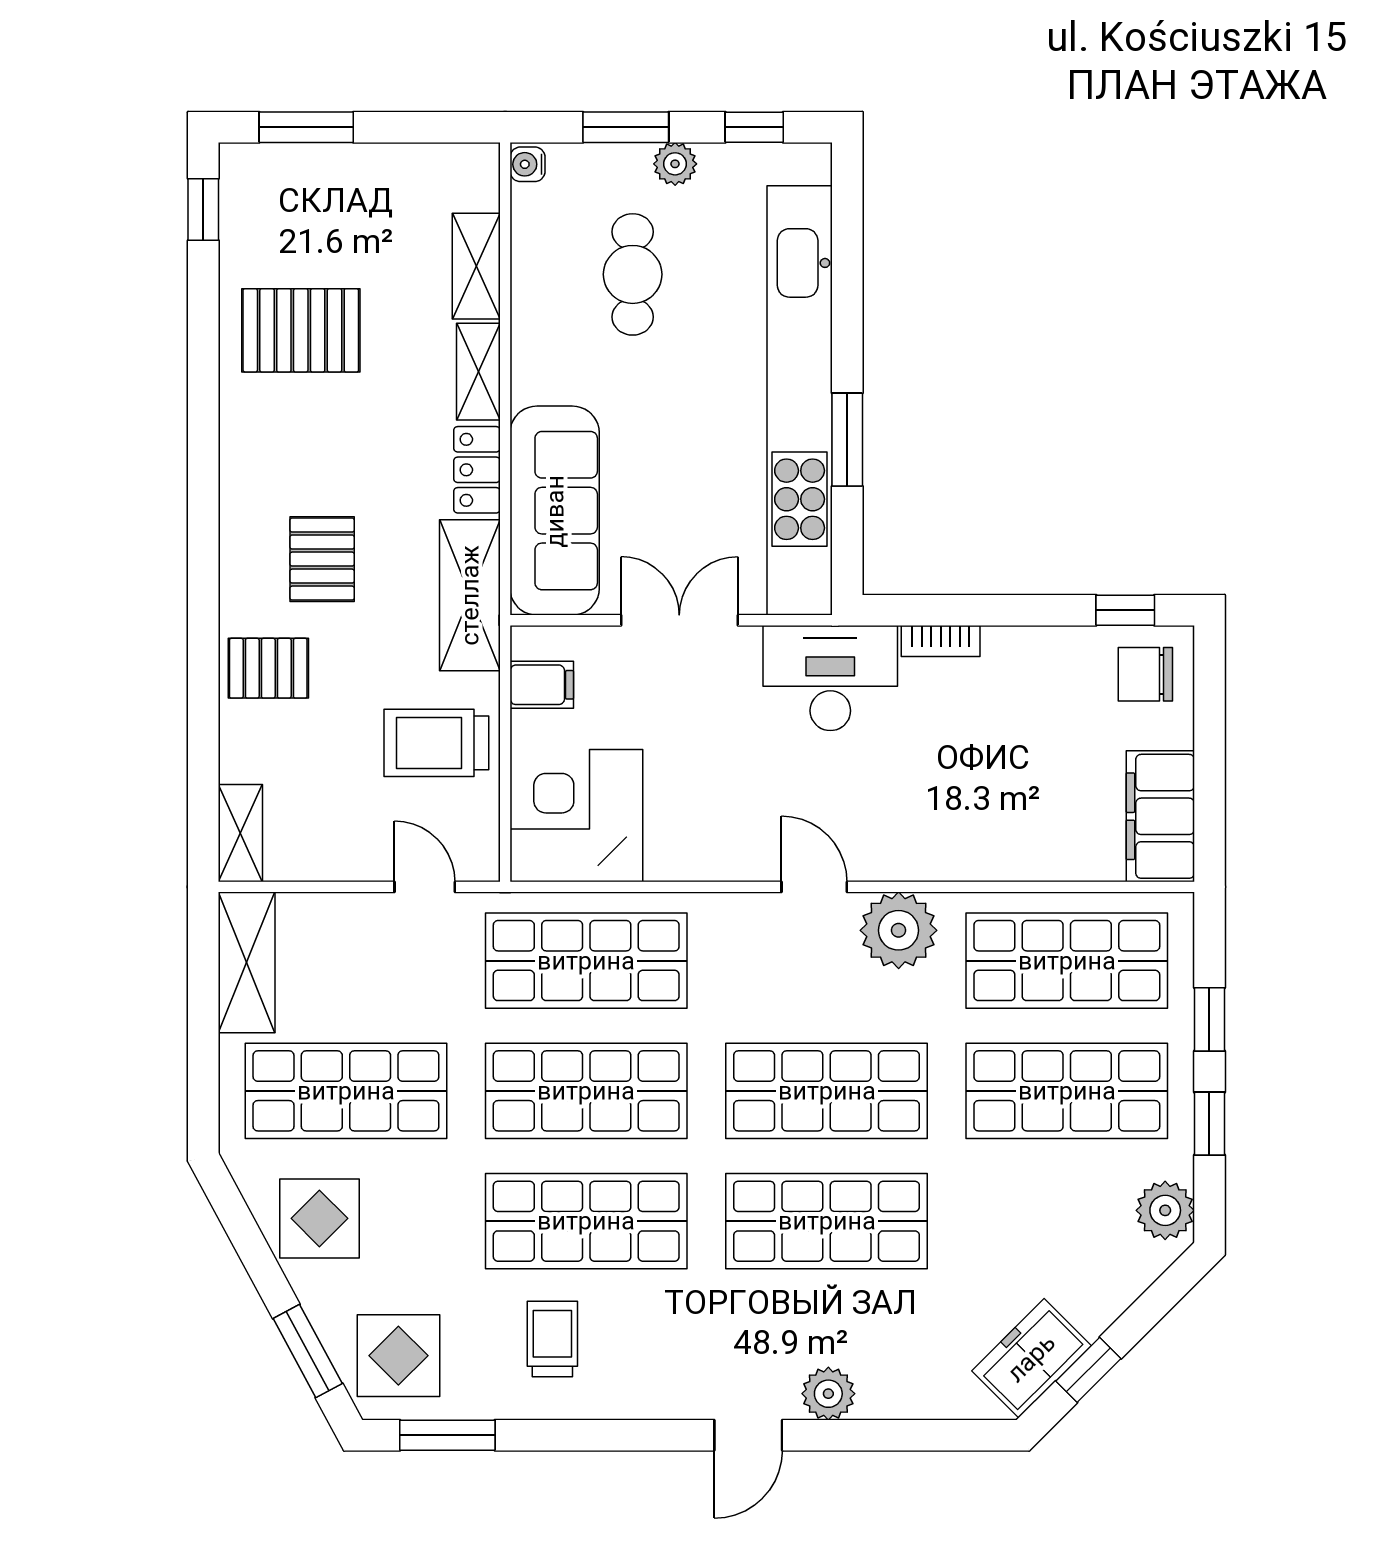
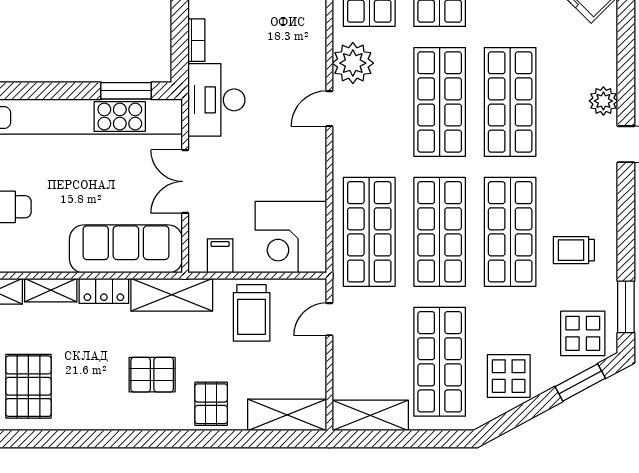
window: (847, 440) -> (126, 91), moved
shelving: (240, 833) -> (287, 415), width x1.50, depth x1.33

